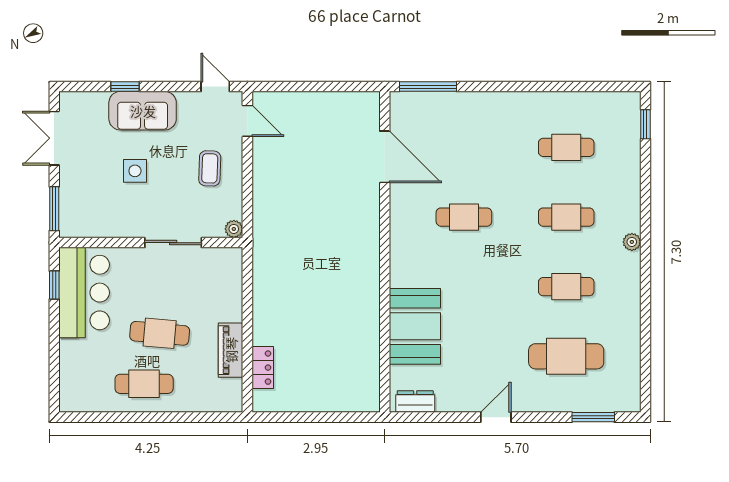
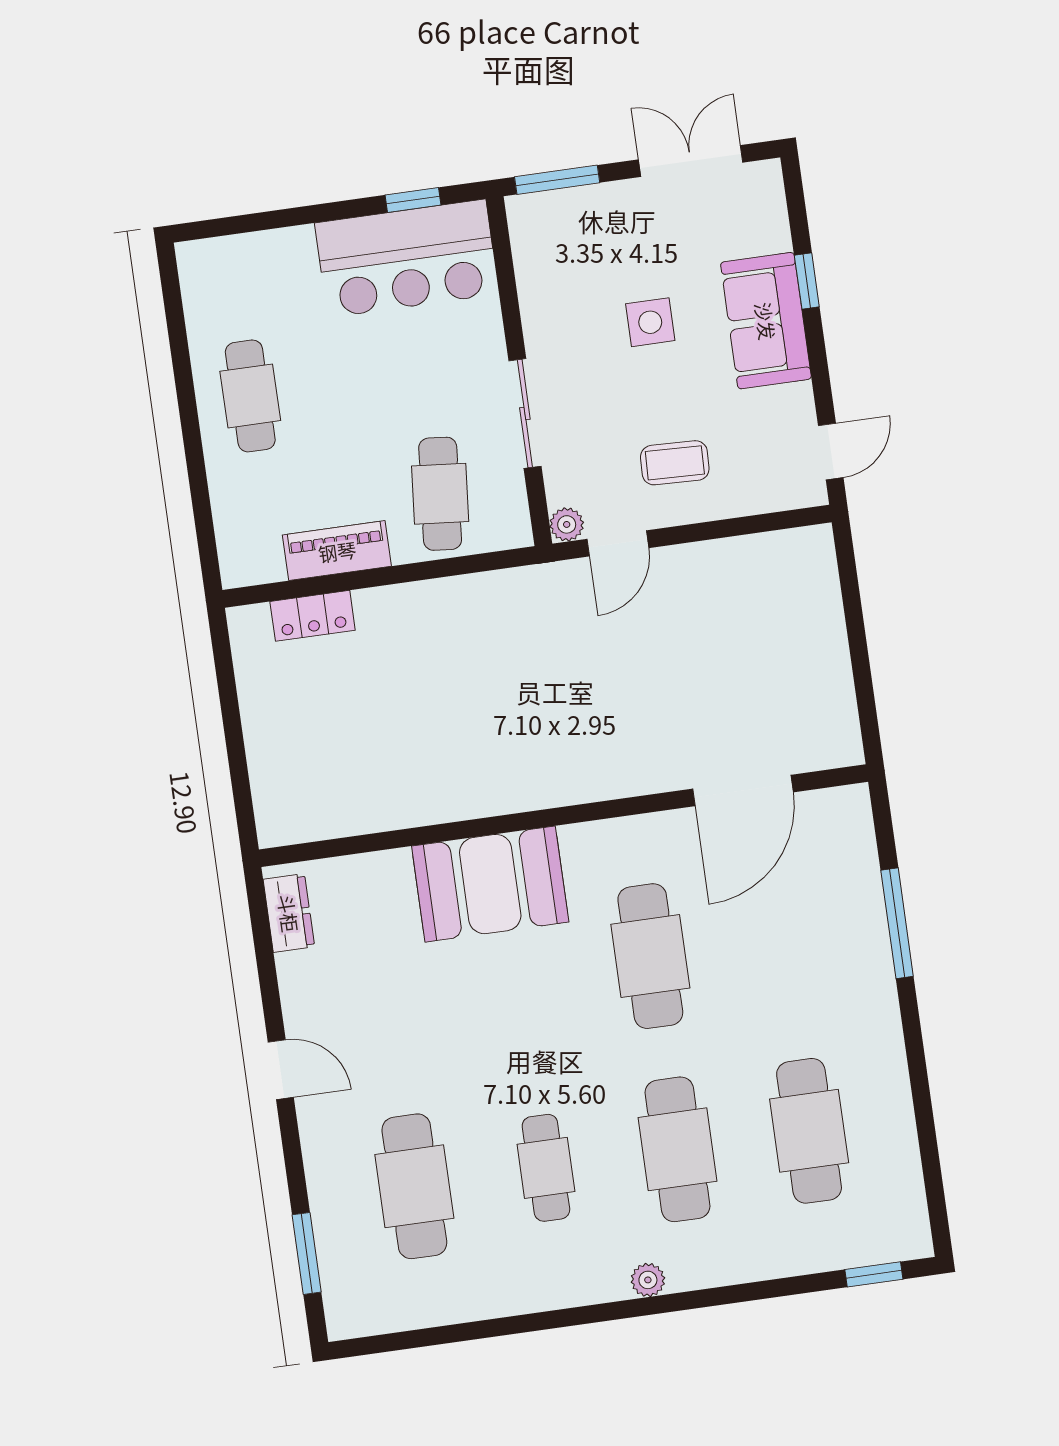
window: (428, 87) -> (897, 923), moved
door: (247, 121) -> (618, 543), moved
cafe table: (566, 147) -> (809, 1131), width x1.37, depth x1.35
cafe table: (464, 217) -> (650, 956), width x1.37, depth x1.35
cafe table: (566, 217) -> (677, 1149), width x1.37, depth x1.35
booth: (415, 326) -> (490, 884), moved
cafe table: (160, 333) -> (440, 494), moved

